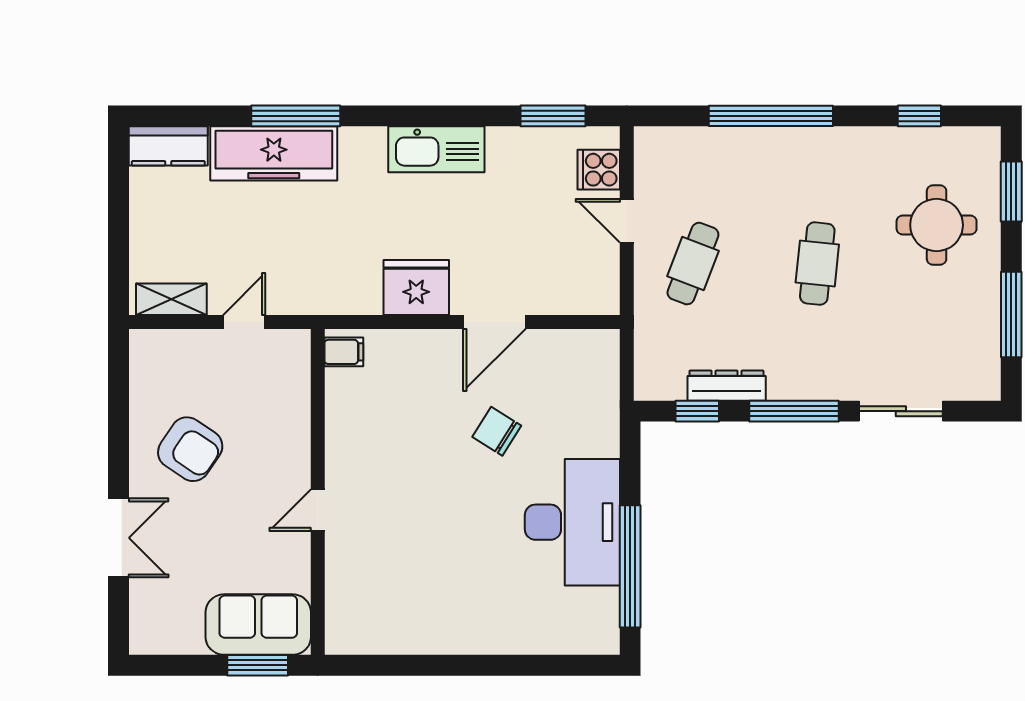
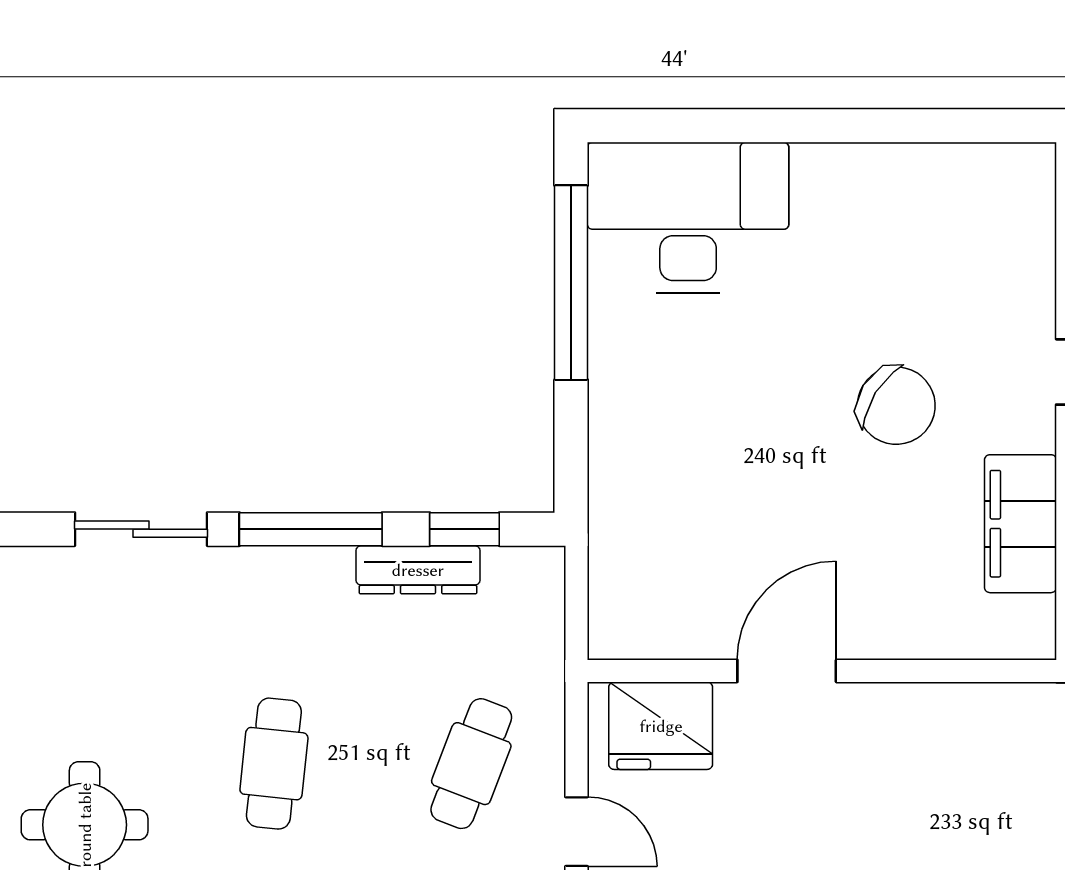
fridge: (416, 287) -> (661, 726), moved
filing cabinet: (344, 352) -> (1020, 524), moved, width x3.00, depth x1.17
chair: (497, 431) -> (896, 406), moved, width x1.37, depth x1.37
desk: (572, 522) -> (688, 217), moved, turned 90

